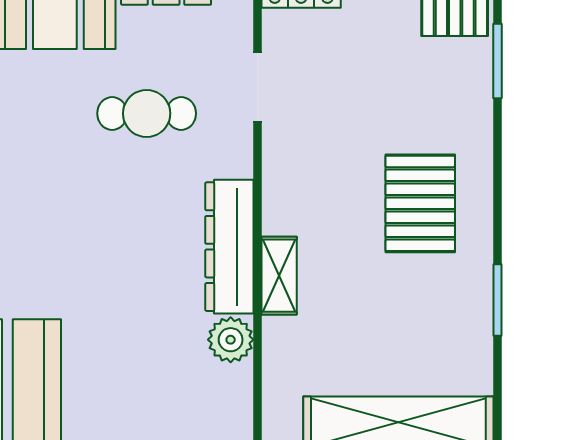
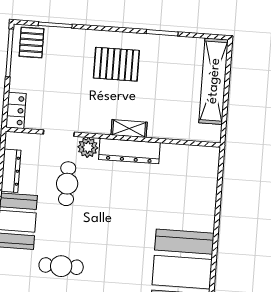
shelving: (279, 276) -> (129, 129), moved
plant: (231, 340) -> (88, 147), moved

